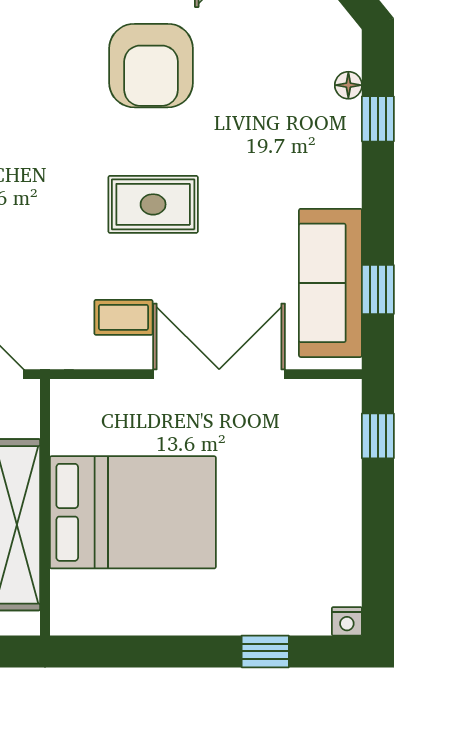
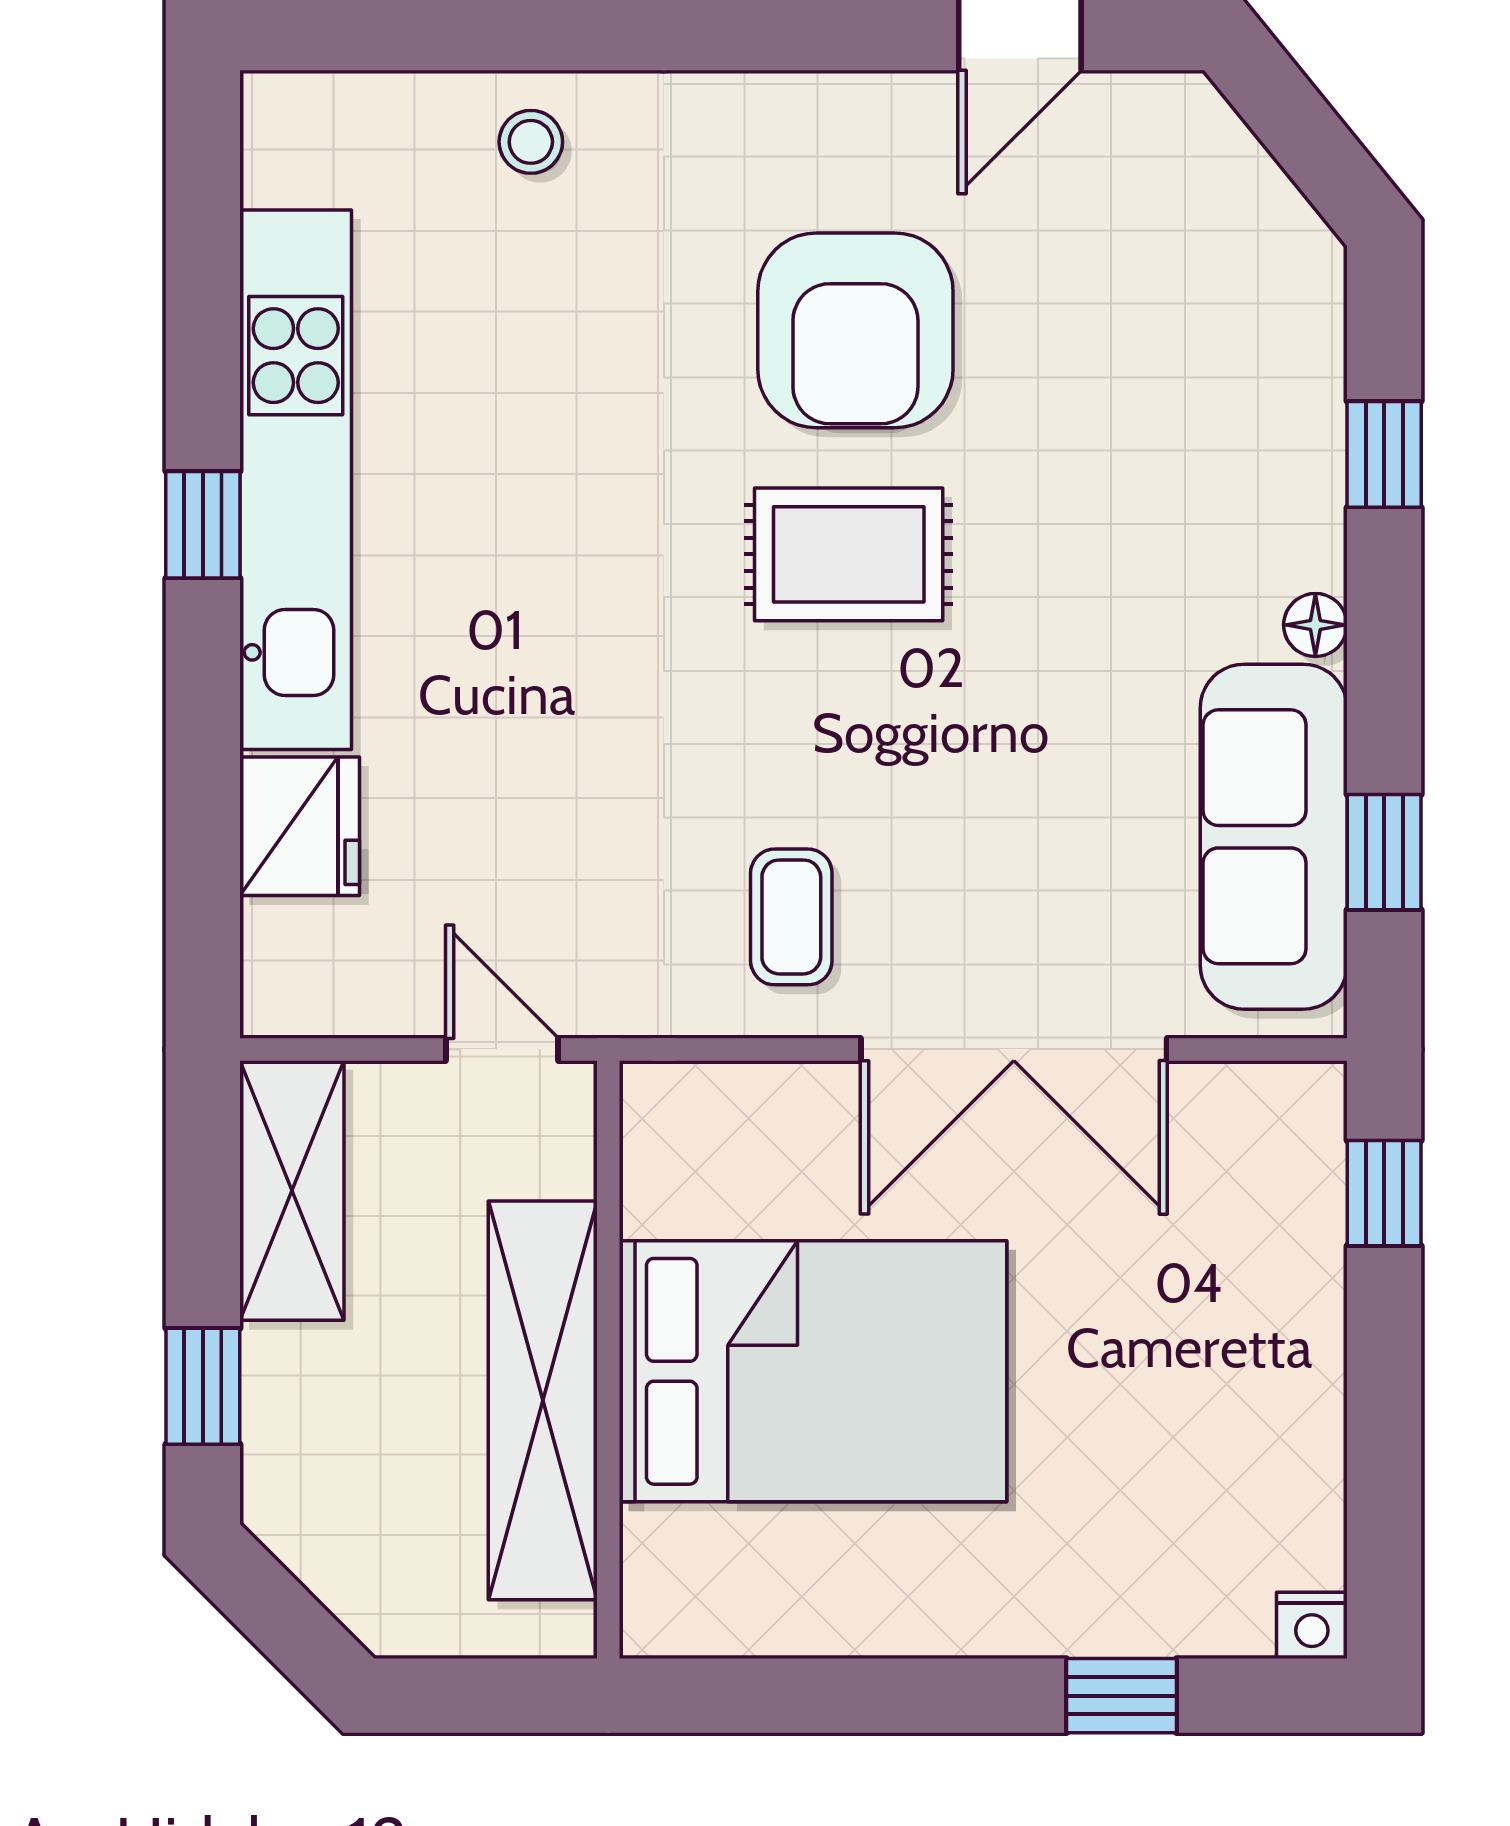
floor lamp: (348, 85) -> (1315, 625), moved
rug: (153, 204) -> (849, 554), moved
coffee table: (123, 317) -> (791, 917), turned 90
double door: (219, 374) -> (1014, 1049), swing flipped

